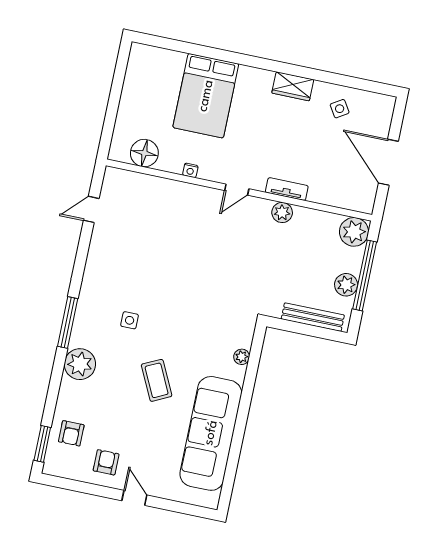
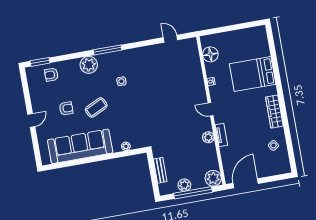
wardrobe: (293, 86) -> (274, 112), width x1.50
door: (388, 162) -> (246, 183), moved
bench: (313, 317) -> (160, 170), width x0.73
armchair: (106, 462) -> (66, 108), moved

